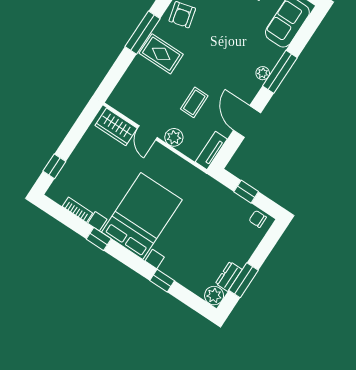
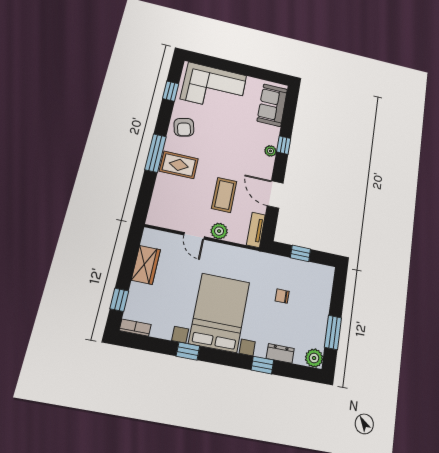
window: (280, 72) -> (284, 145), width x0.46
coffee table: (194, 102) -> (224, 195), width x1.36, depth x1.30
wardrobe: (116, 127) -> (146, 265), moved, turned -90
bookcase: (77, 210) -> (135, 328), moved
chair: (258, 219) -> (282, 296), moved
dresser: (229, 276) -> (280, 353), moved, turned 90

